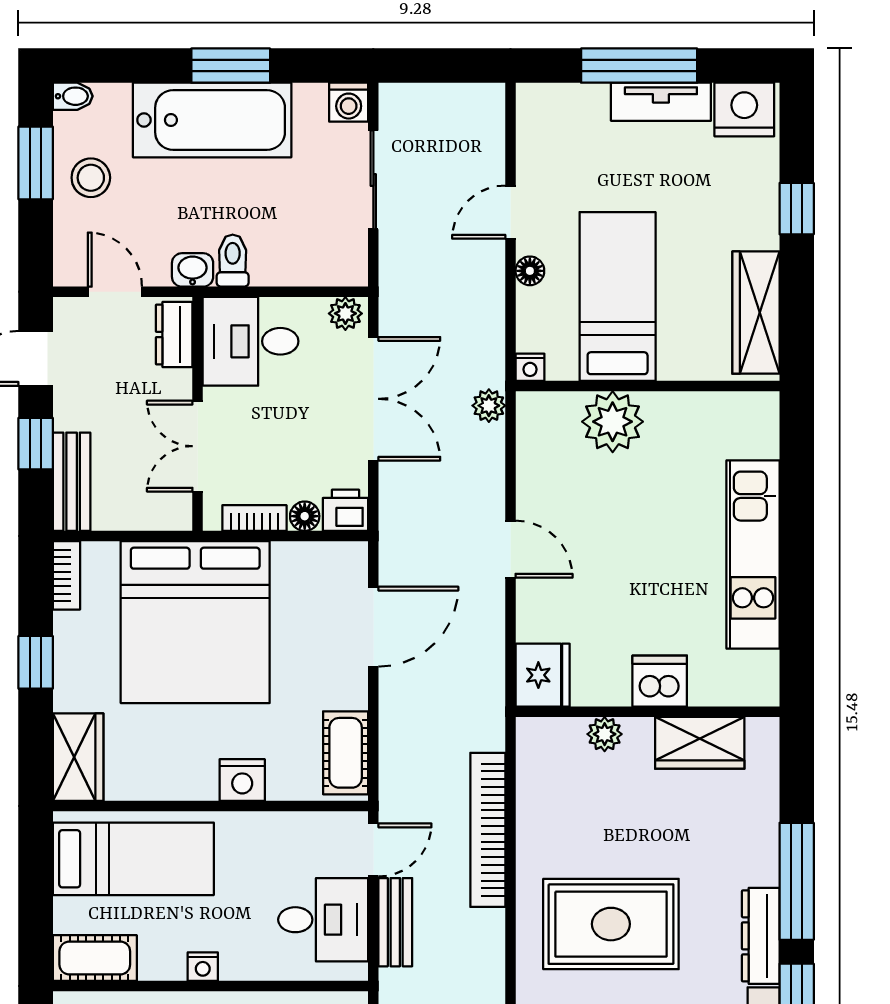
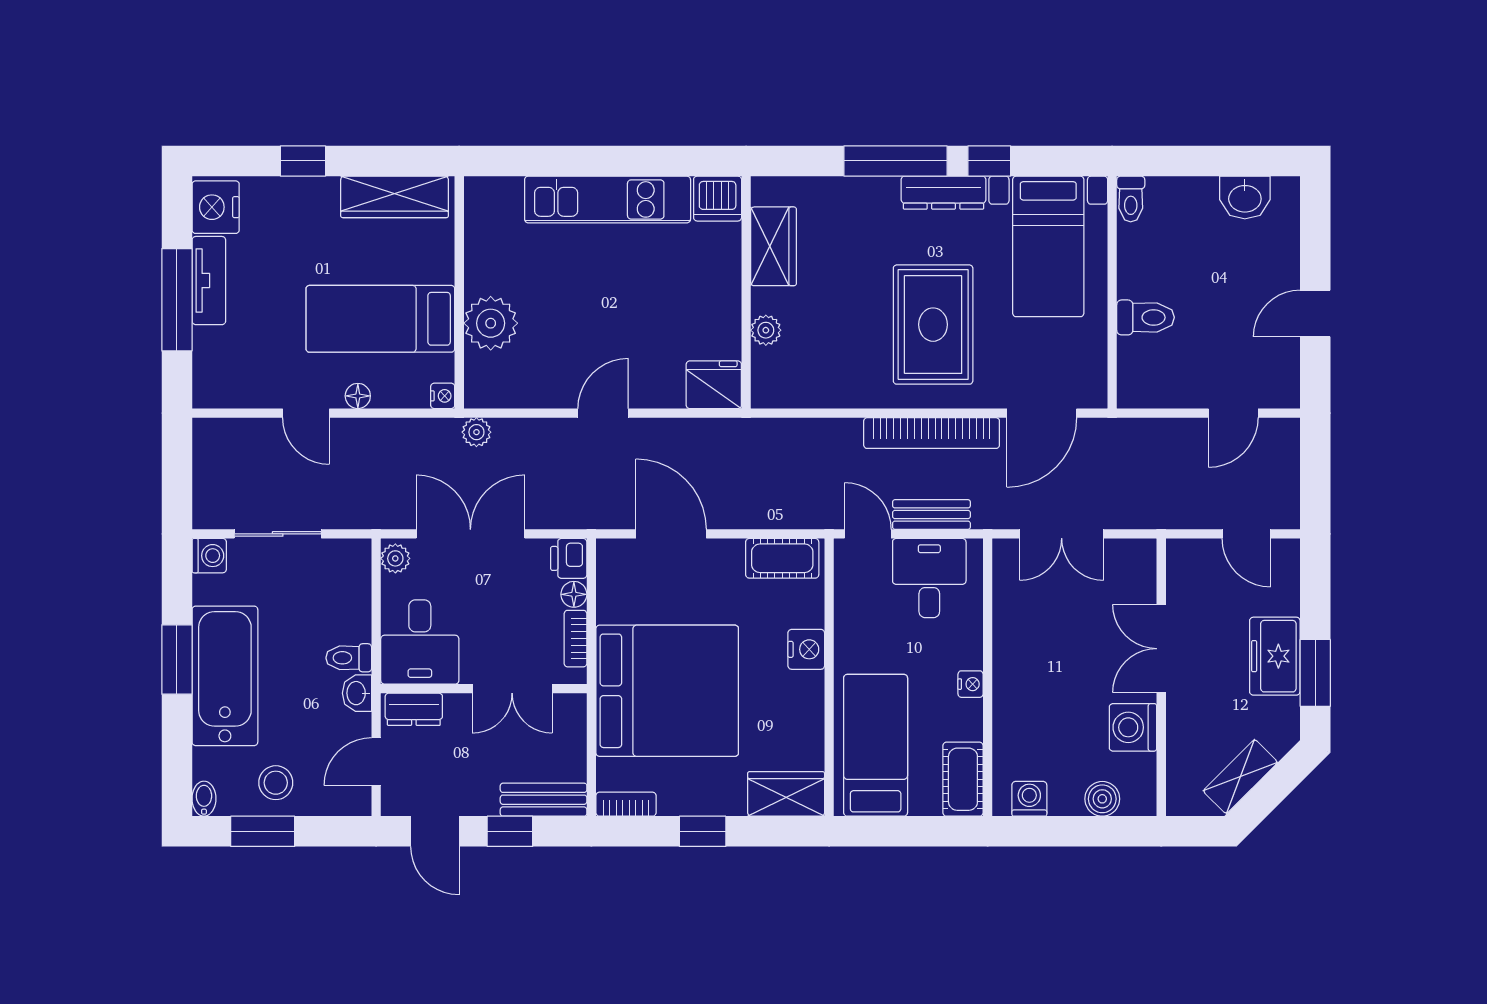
dishwasher: (660, 681) -> (718, 199), moved, turned -90
bookcase: (488, 830) -> (932, 433), moved

